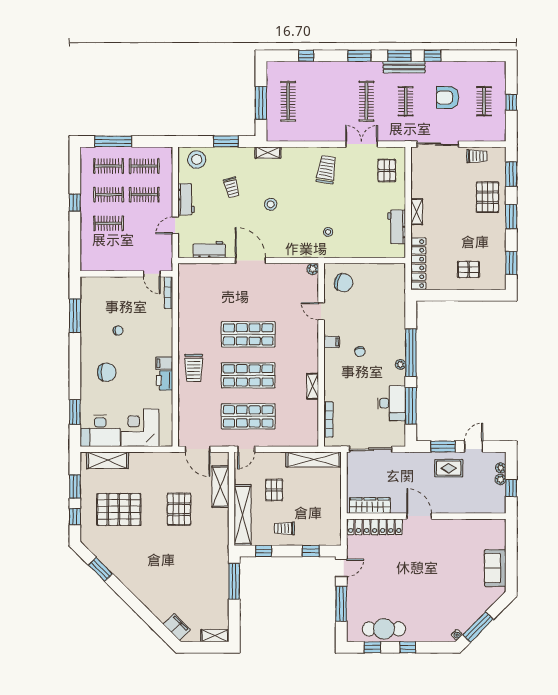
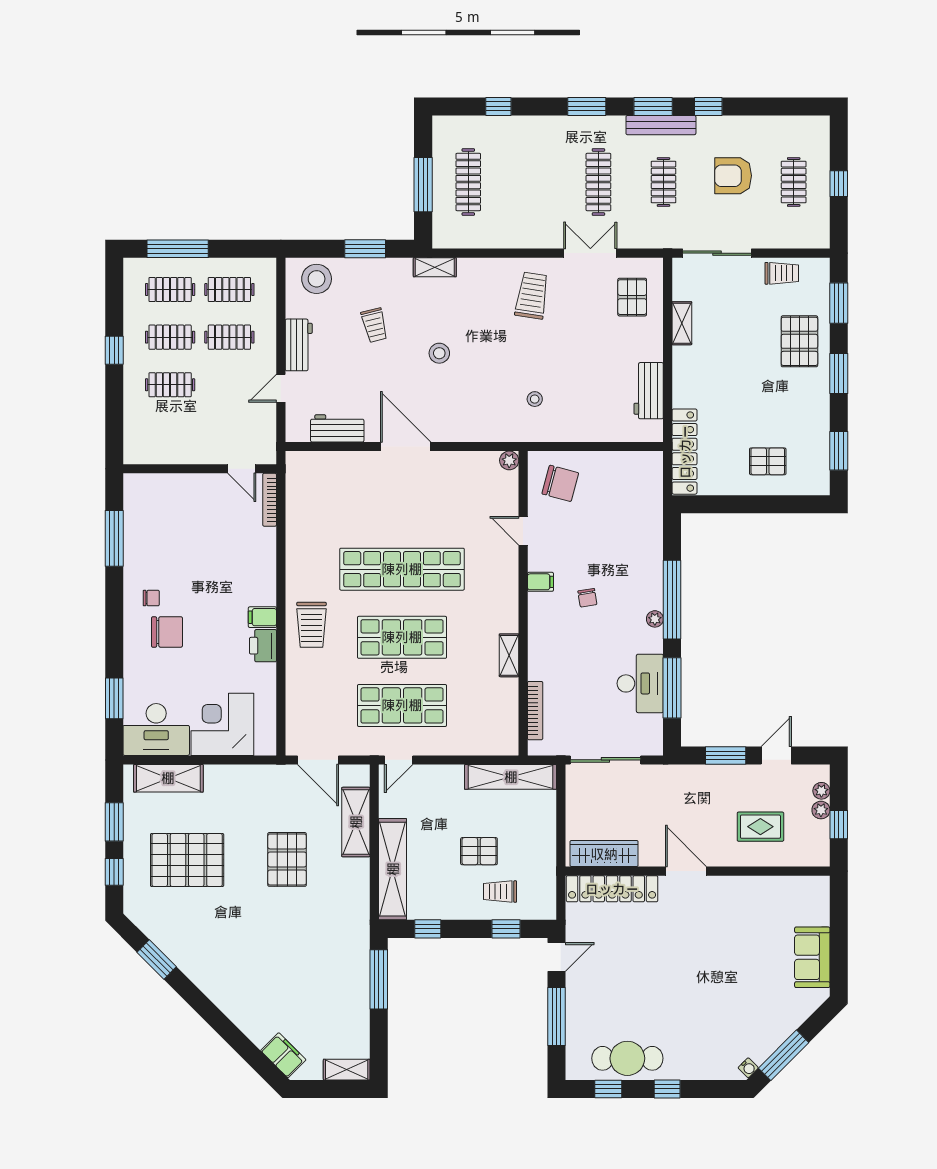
shelving: (417, 212) -> (682, 323), moved
chair: (118, 331) -> (151, 598), moved
shop shelf: (248, 334) -> (402, 569), width x1.40
rug: (449, 468) -> (760, 827), moved
pallet: (274, 490) -> (479, 851), moved, turned 90
trolley: (284, 528) -> (500, 892), moved

